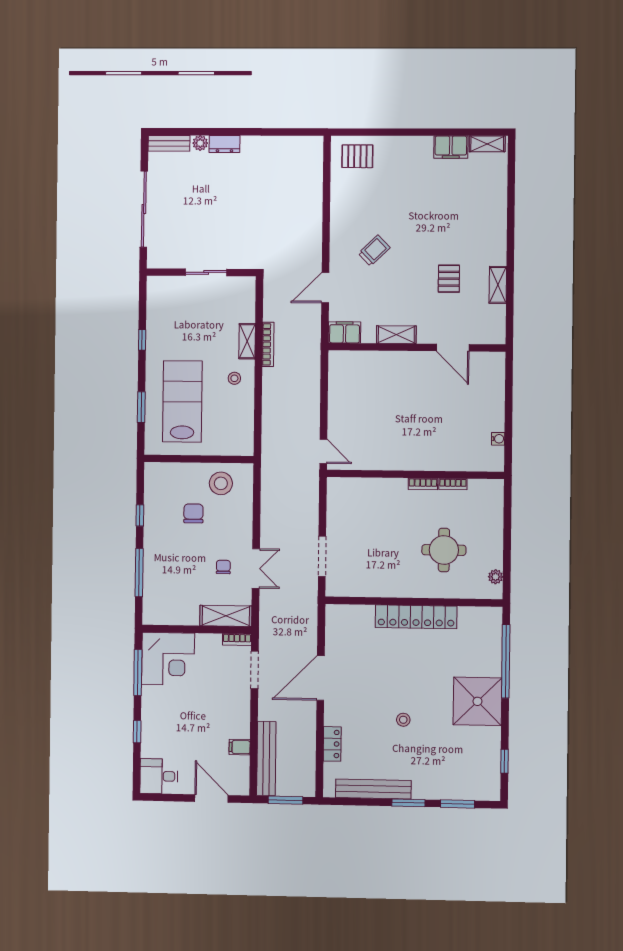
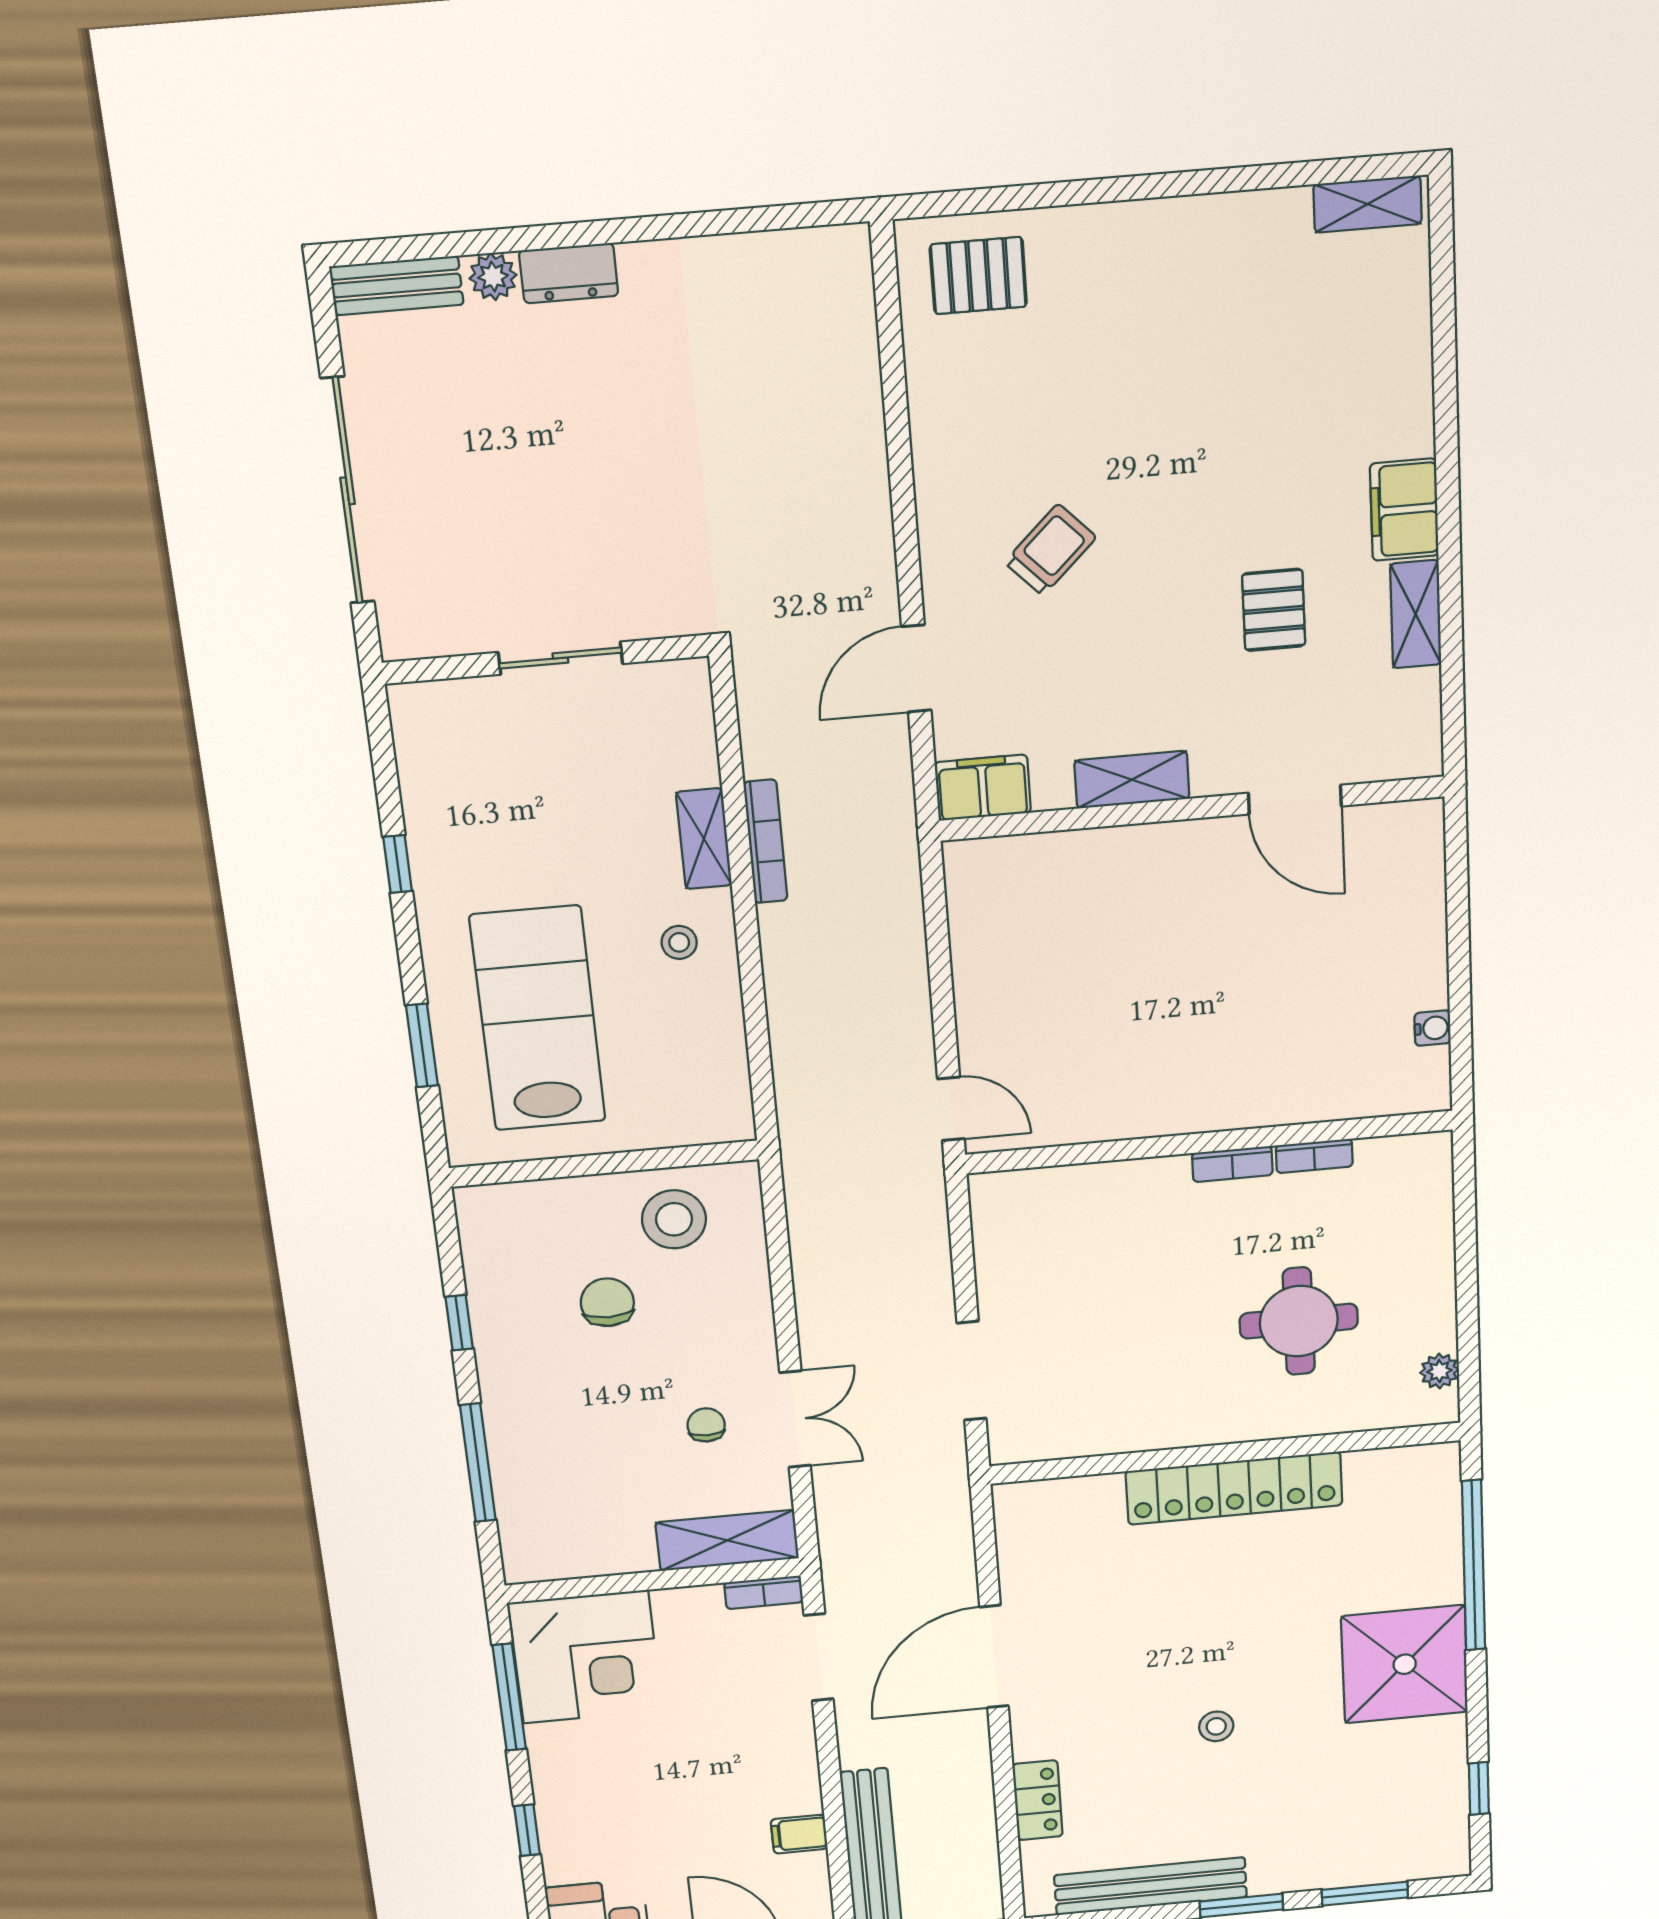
filing cabinet: (451, 147) -> (1404, 510), moved, turned 90

